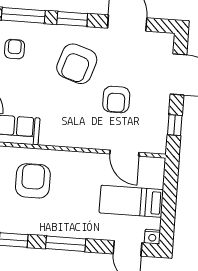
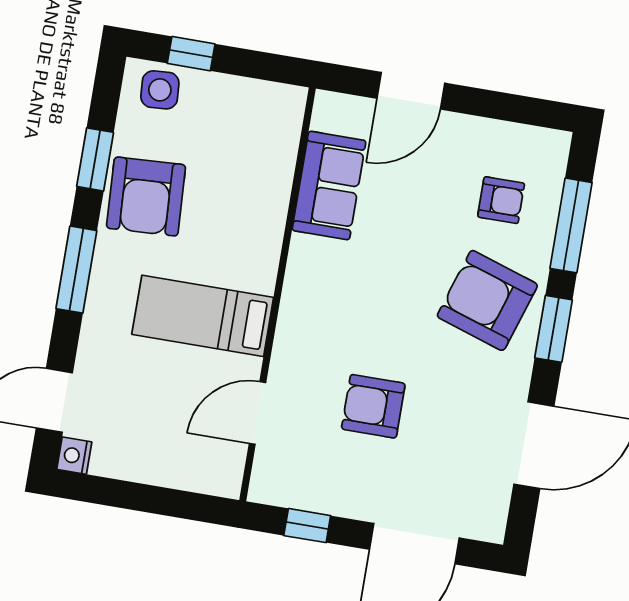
armchair: (77, 64) -> (487, 300), moved
armchair: (33, 181) -> (146, 196), moved, turned 87
bed: (131, 201) -> (203, 316), moved, turned -90

